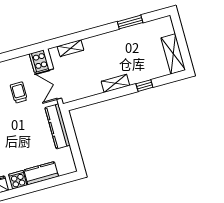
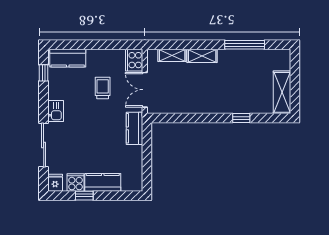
window: (130, 22) -> (245, 45), width x1.44
shelving: (115, 83) -> (202, 56), moved
kitchen counter: (57, 126) -> (135, 128), width x0.67
window: (28, 189) -> (84, 196), added

